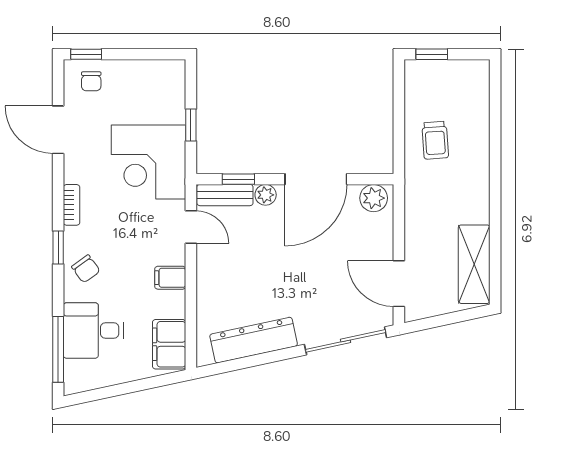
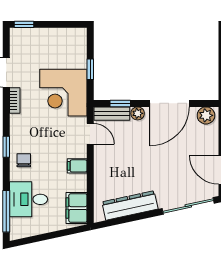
chair: (91, 81) -> (27, 42), removed
bookcase: (72, 205) -> (15, 100), moved
chair: (86, 269) -> (24, 160), turned -144

